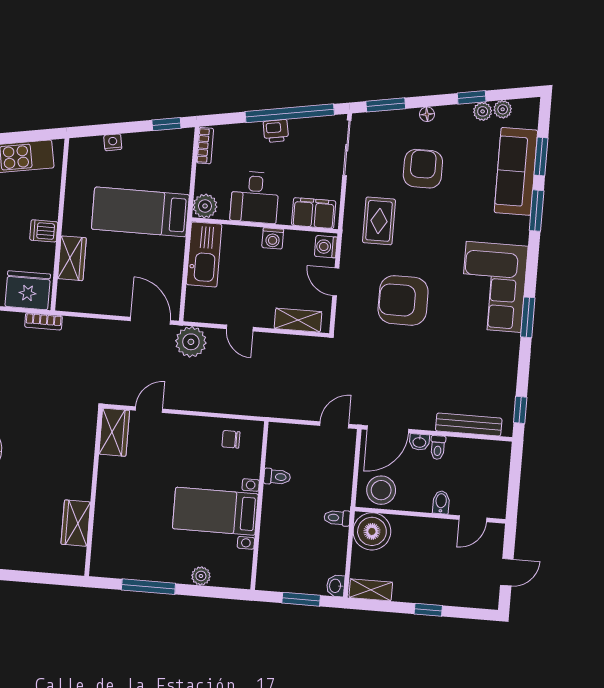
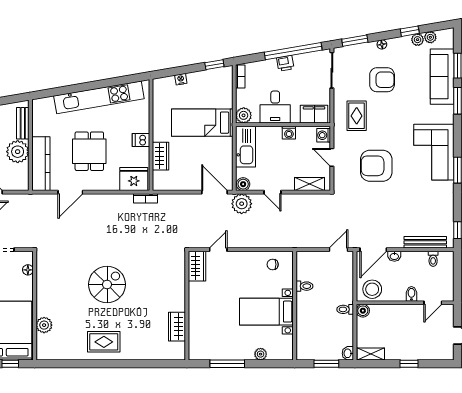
armchair: (423, 169) -> (382, 80), turned 90
boiler: (196, 312) -> (243, 184), added
toilet: (438, 448) -> (433, 259), moved
boiler: (372, 531) -> (363, 311), width x0.54, depth x0.54

